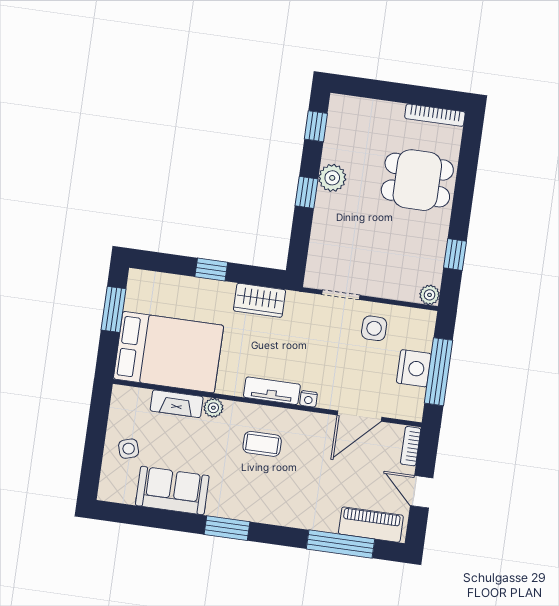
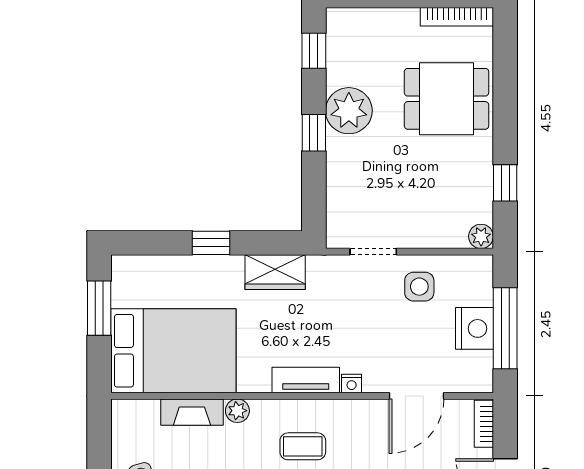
plant: (332, 178) -> (349, 111), width x1.36, depth x1.36

